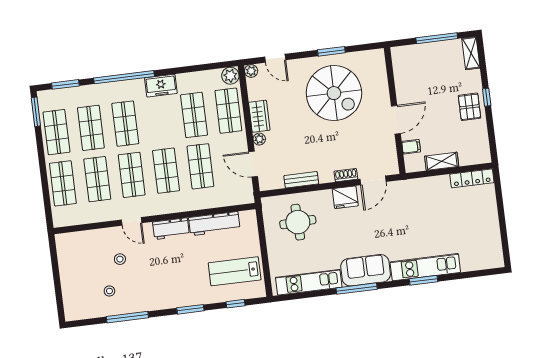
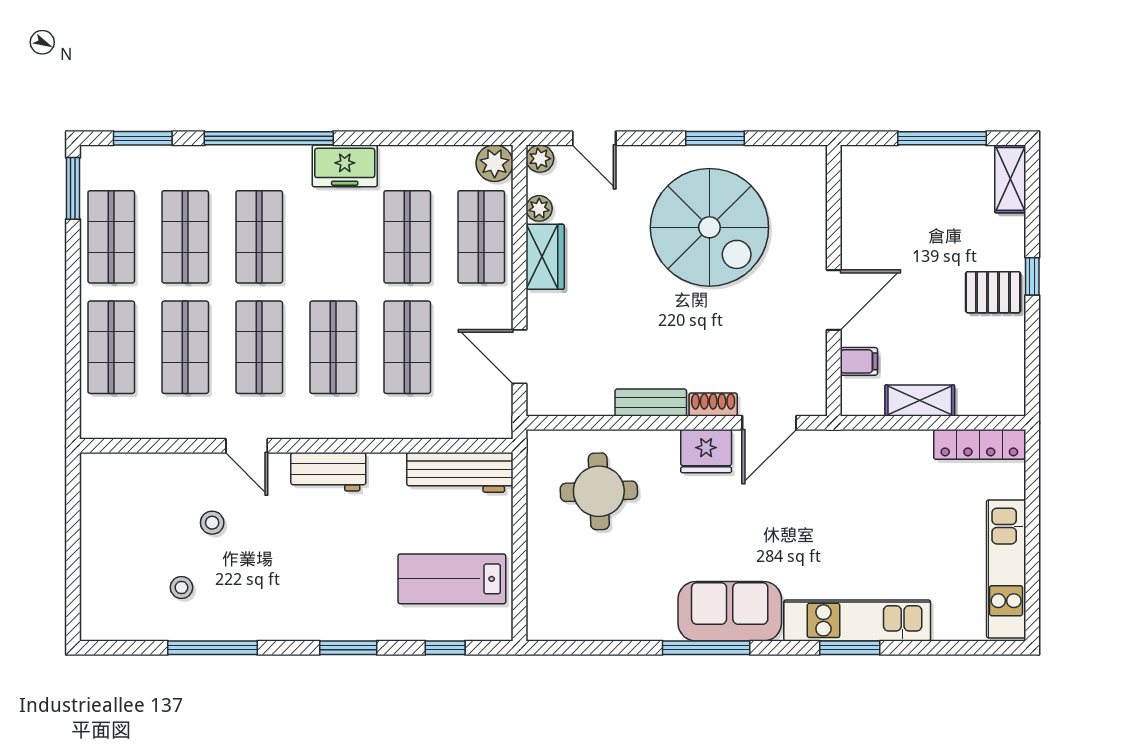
pallet: (469, 107) -> (993, 292), turned 90
plant: (259, 139) -> (539, 208), moved
bench: (301, 180) -> (651, 402), moved
workbench: (214, 224) -> (460, 472), moved
kitchen unit: (309, 282) -> (1006, 569), moved, turned -90

